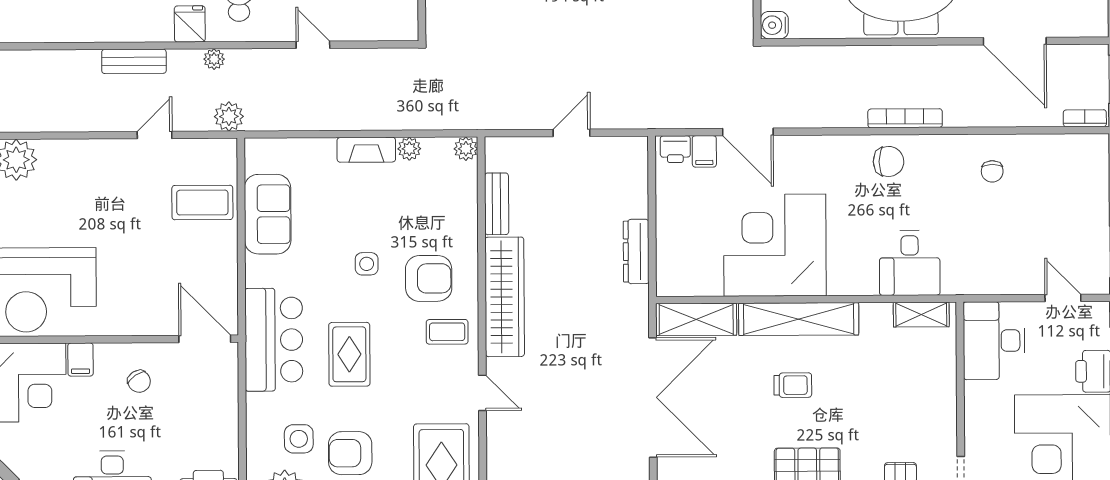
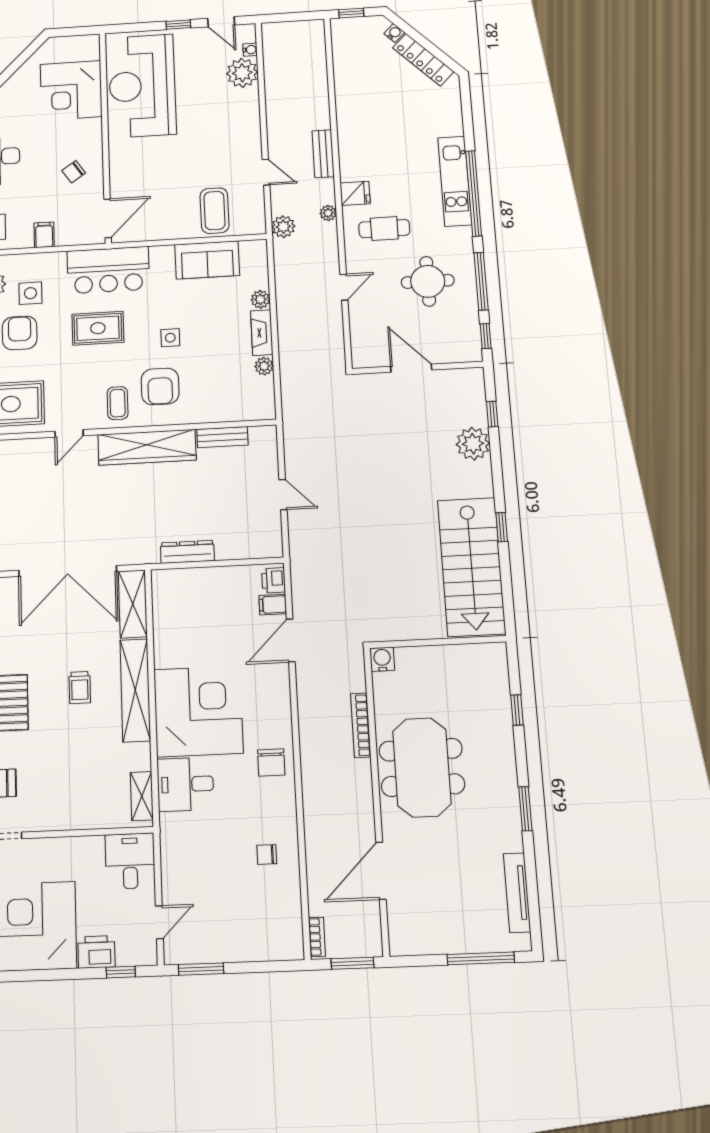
bookcase: (905, 118) -> (361, 725), moved, turned 180
plant: (466, 149) -> (260, 299), moved
corner desk: (775, 245) -> (198, 711), moved
desk: (994, 341) -> (130, 861), width x0.73
filing cabinet: (80, 360) -> (44, 235), moved, turned 90

